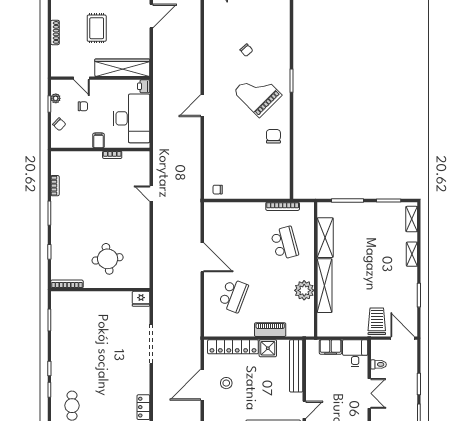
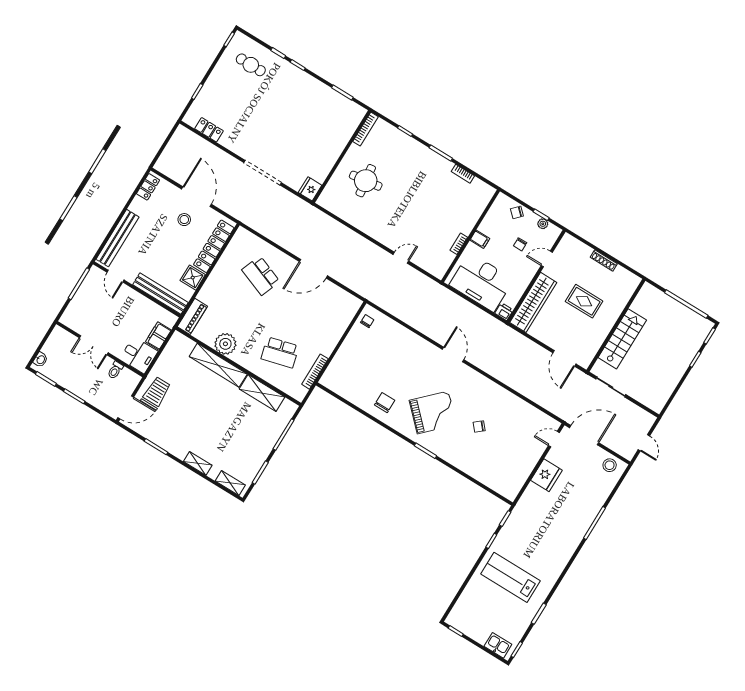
chair: (273, 136) -> (385, 403), turned -90
trolley: (377, 321) -> (156, 393), turned -90
piano: (270, 330) -> (192, 316), moved

